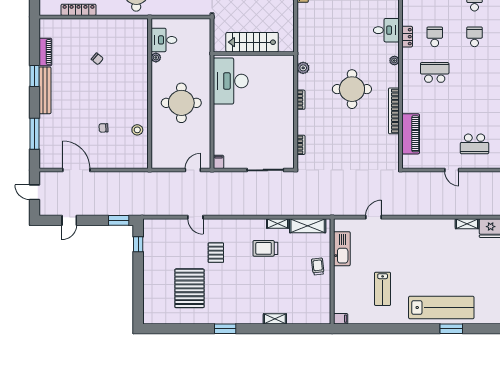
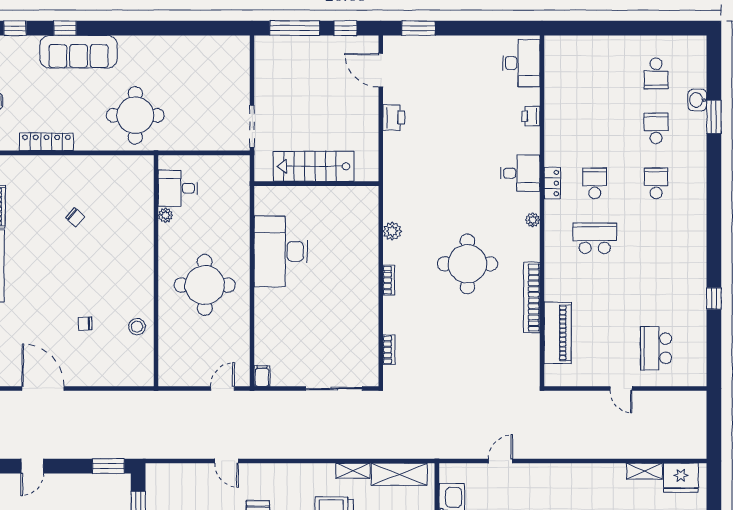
stairs: (252, 42) -> (314, 166), moved
wall: (254, 53) -> (316, 184), moved
school desk: (475, 144) -> (656, 348), turned 90

